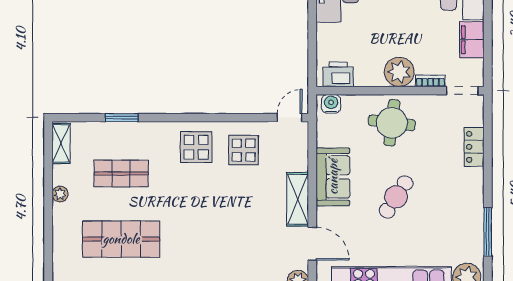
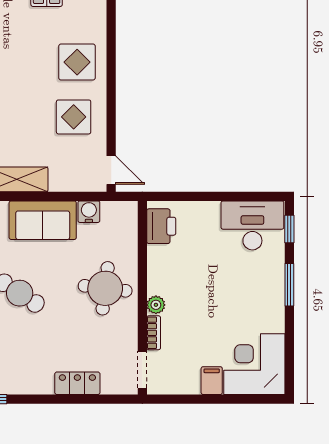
filing cabinet: (472, 40) -> (212, 381), width x0.50
plant: (399, 72) -> (156, 305), width x0.53, depth x0.53
water cooler: (331, 104) -> (89, 212), moved, turned -90

